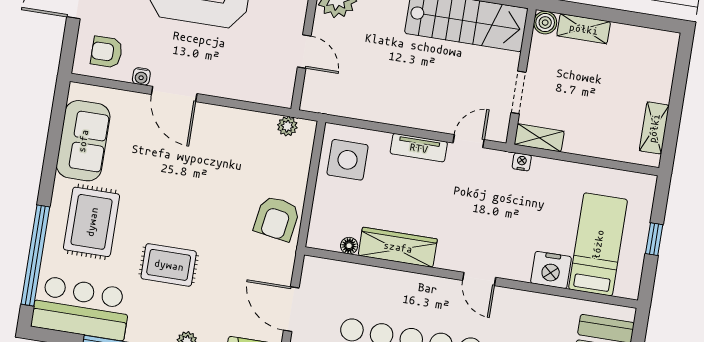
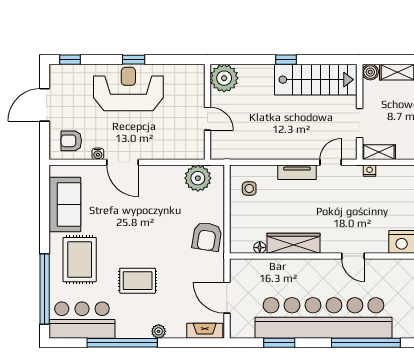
plant: (287, 126) -> (198, 178), width x1.87, depth x1.87
side table: (348, 160) -> (249, 189), width x0.54, depth x0.54

